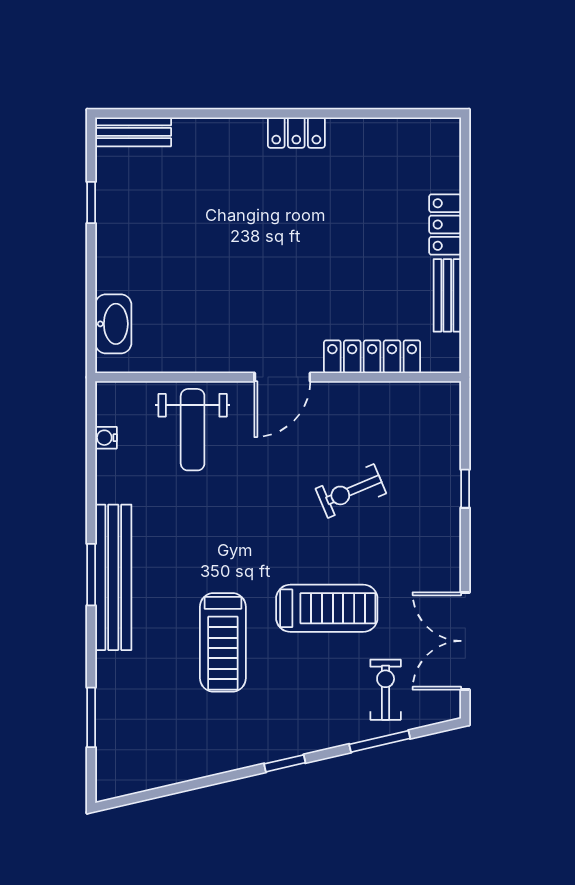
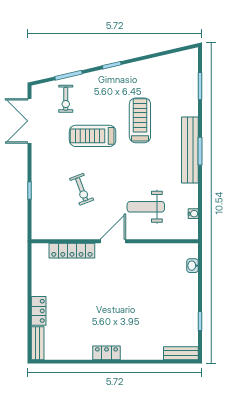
bench: (447, 295) -> (38, 343), moved
washbasin: (113, 324) -> (193, 266), width x0.52, depth x0.69
weight bench: (193, 430) -> (146, 207), moved, turned -90
exercise bike: (351, 491) -> (82, 189), turned 92
double door: (465, 641) -> (29, 121), swing flipped

